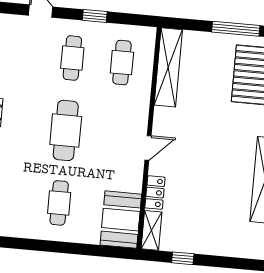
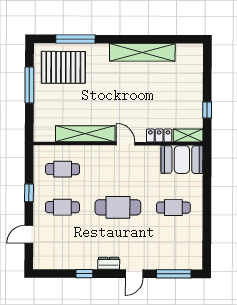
shelving: (168, 67) -> (85, 134), moved

